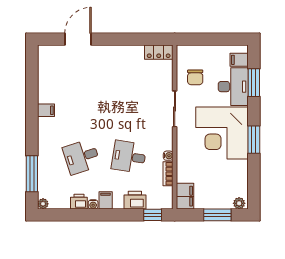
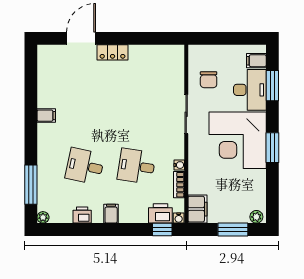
locker: (159, 52) -> (113, 52), moved
desk: (82, 157) -> (85, 166), turned 30
printer: (135, 200) -> (160, 213), moved
water cooler: (93, 204) -> (179, 218), moved

